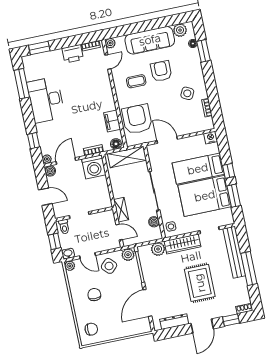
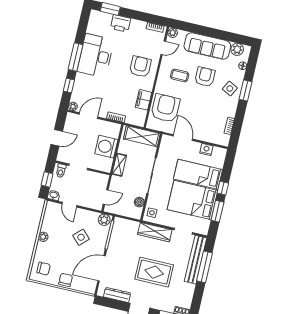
window: (204, 51) -> (246, 91), moved
printer: (73, 54) -> (121, 23), moved
window: (22, 84) -> (76, 57), moved
armchair: (94, 90) -> (140, 67), added
side table: (187, 93) -> (230, 88), moved
nightstand: (211, 138) -> (206, 149), moved
floor lamp: (116, 144) -> (138, 121), removed
washing machine: (94, 167) -> (106, 147), moved, turned 90
boiler: (50, 171) -> (71, 118), removed
door: (45, 197) -> (57, 138), hinge flipped
shelving: (121, 210) -> (119, 165), moved
door: (119, 232) -> (106, 197), hinge flipped
plant: (158, 249) -> (132, 227), removed
plant: (70, 266) -> (43, 237), moved
side table: (109, 266) -> (81, 237), moved
window: (249, 268) -> (204, 267), moved
rug: (200, 283) -> (154, 272), turned 90
chair: (94, 295) -> (66, 280), moved

